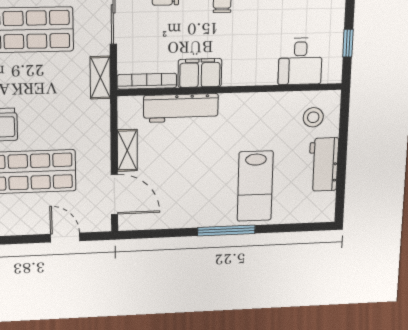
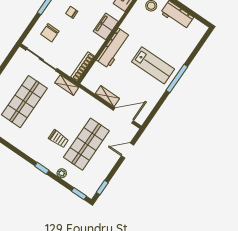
filing cabinet: (200, 73) -> (106, 26), moved
workbench: (181, 108) -> (113, 48), moved
lab bench: (255, 186) -> (153, 65), moved

